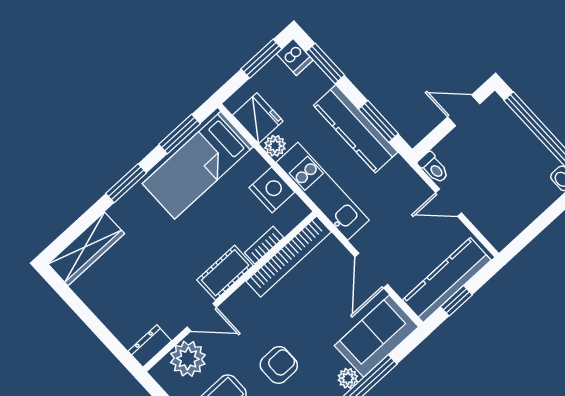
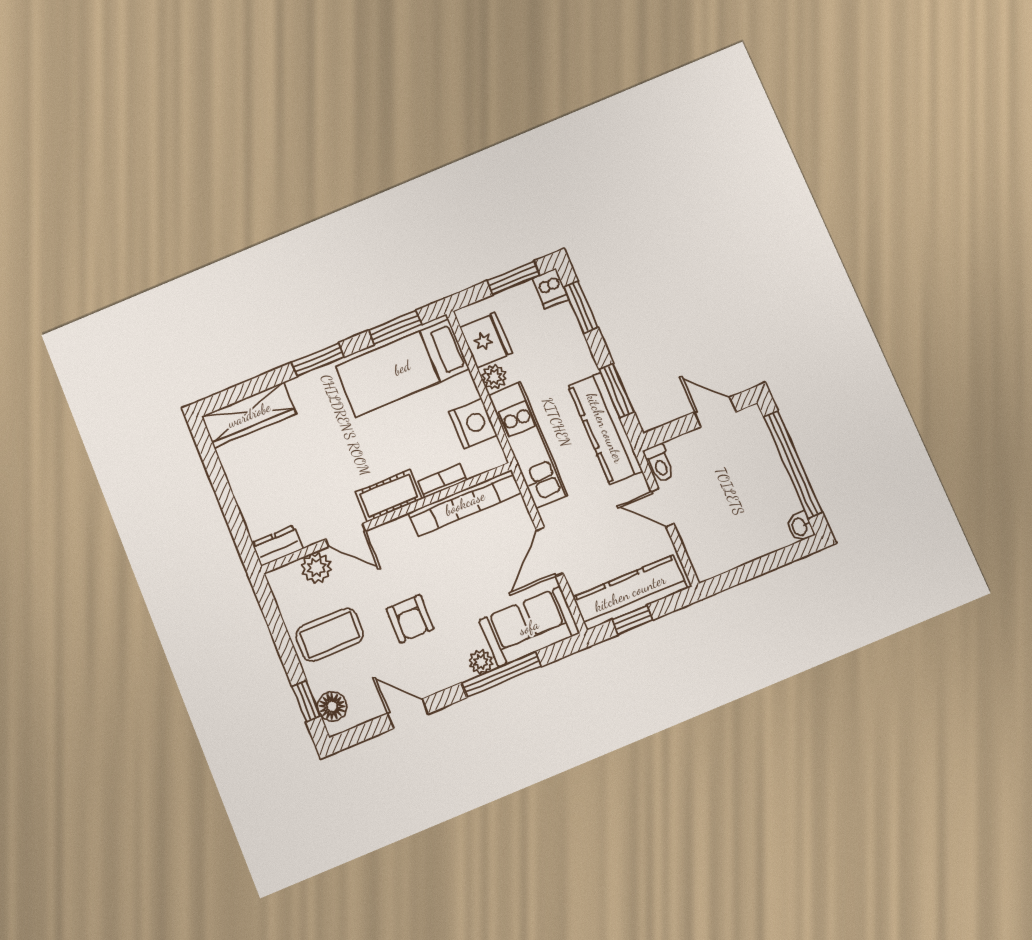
kitchen counter: (356, 129) -> (605, 428), moved
plant: (188, 359) -> (316, 568), width x0.73, depth x0.73
armchair: (279, 365) -> (410, 619), turned 90

